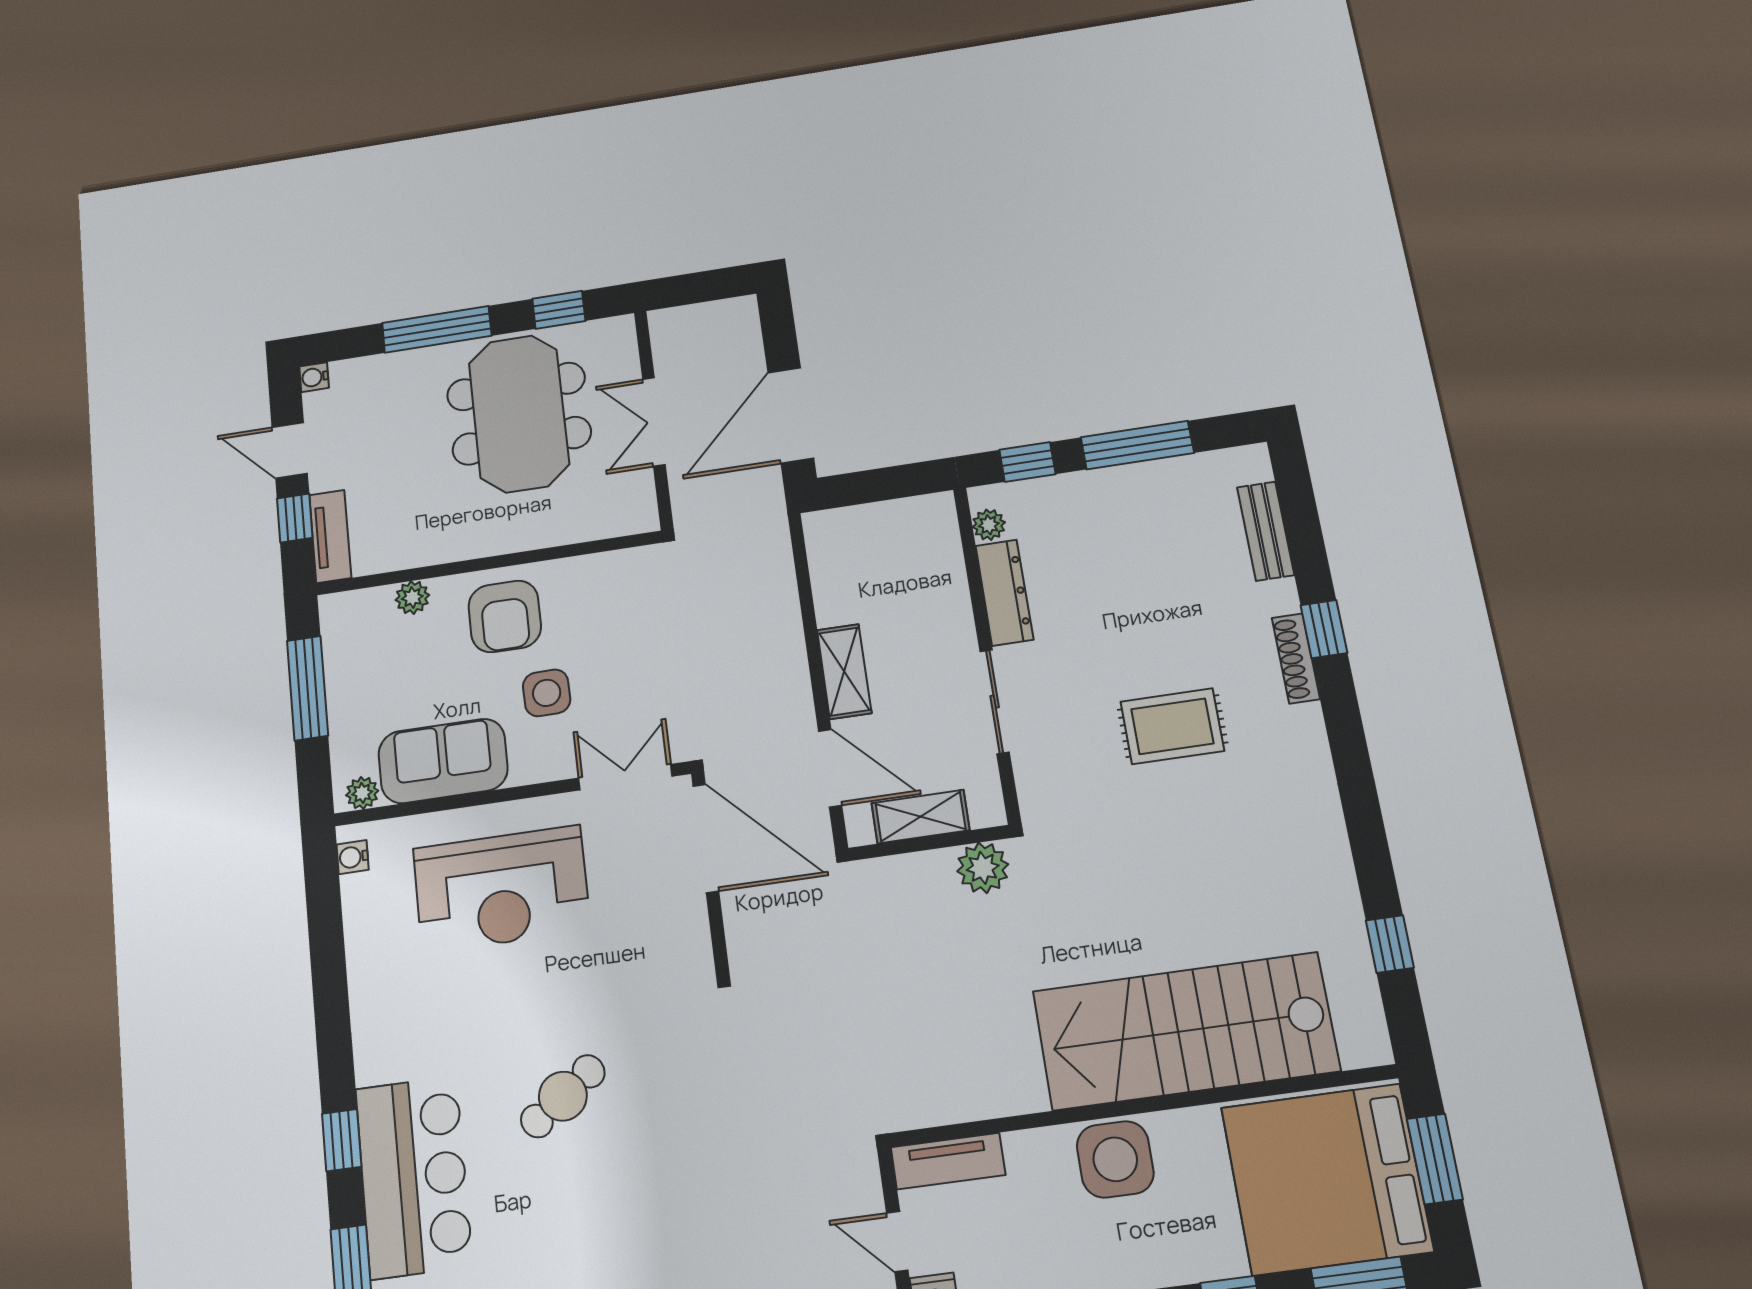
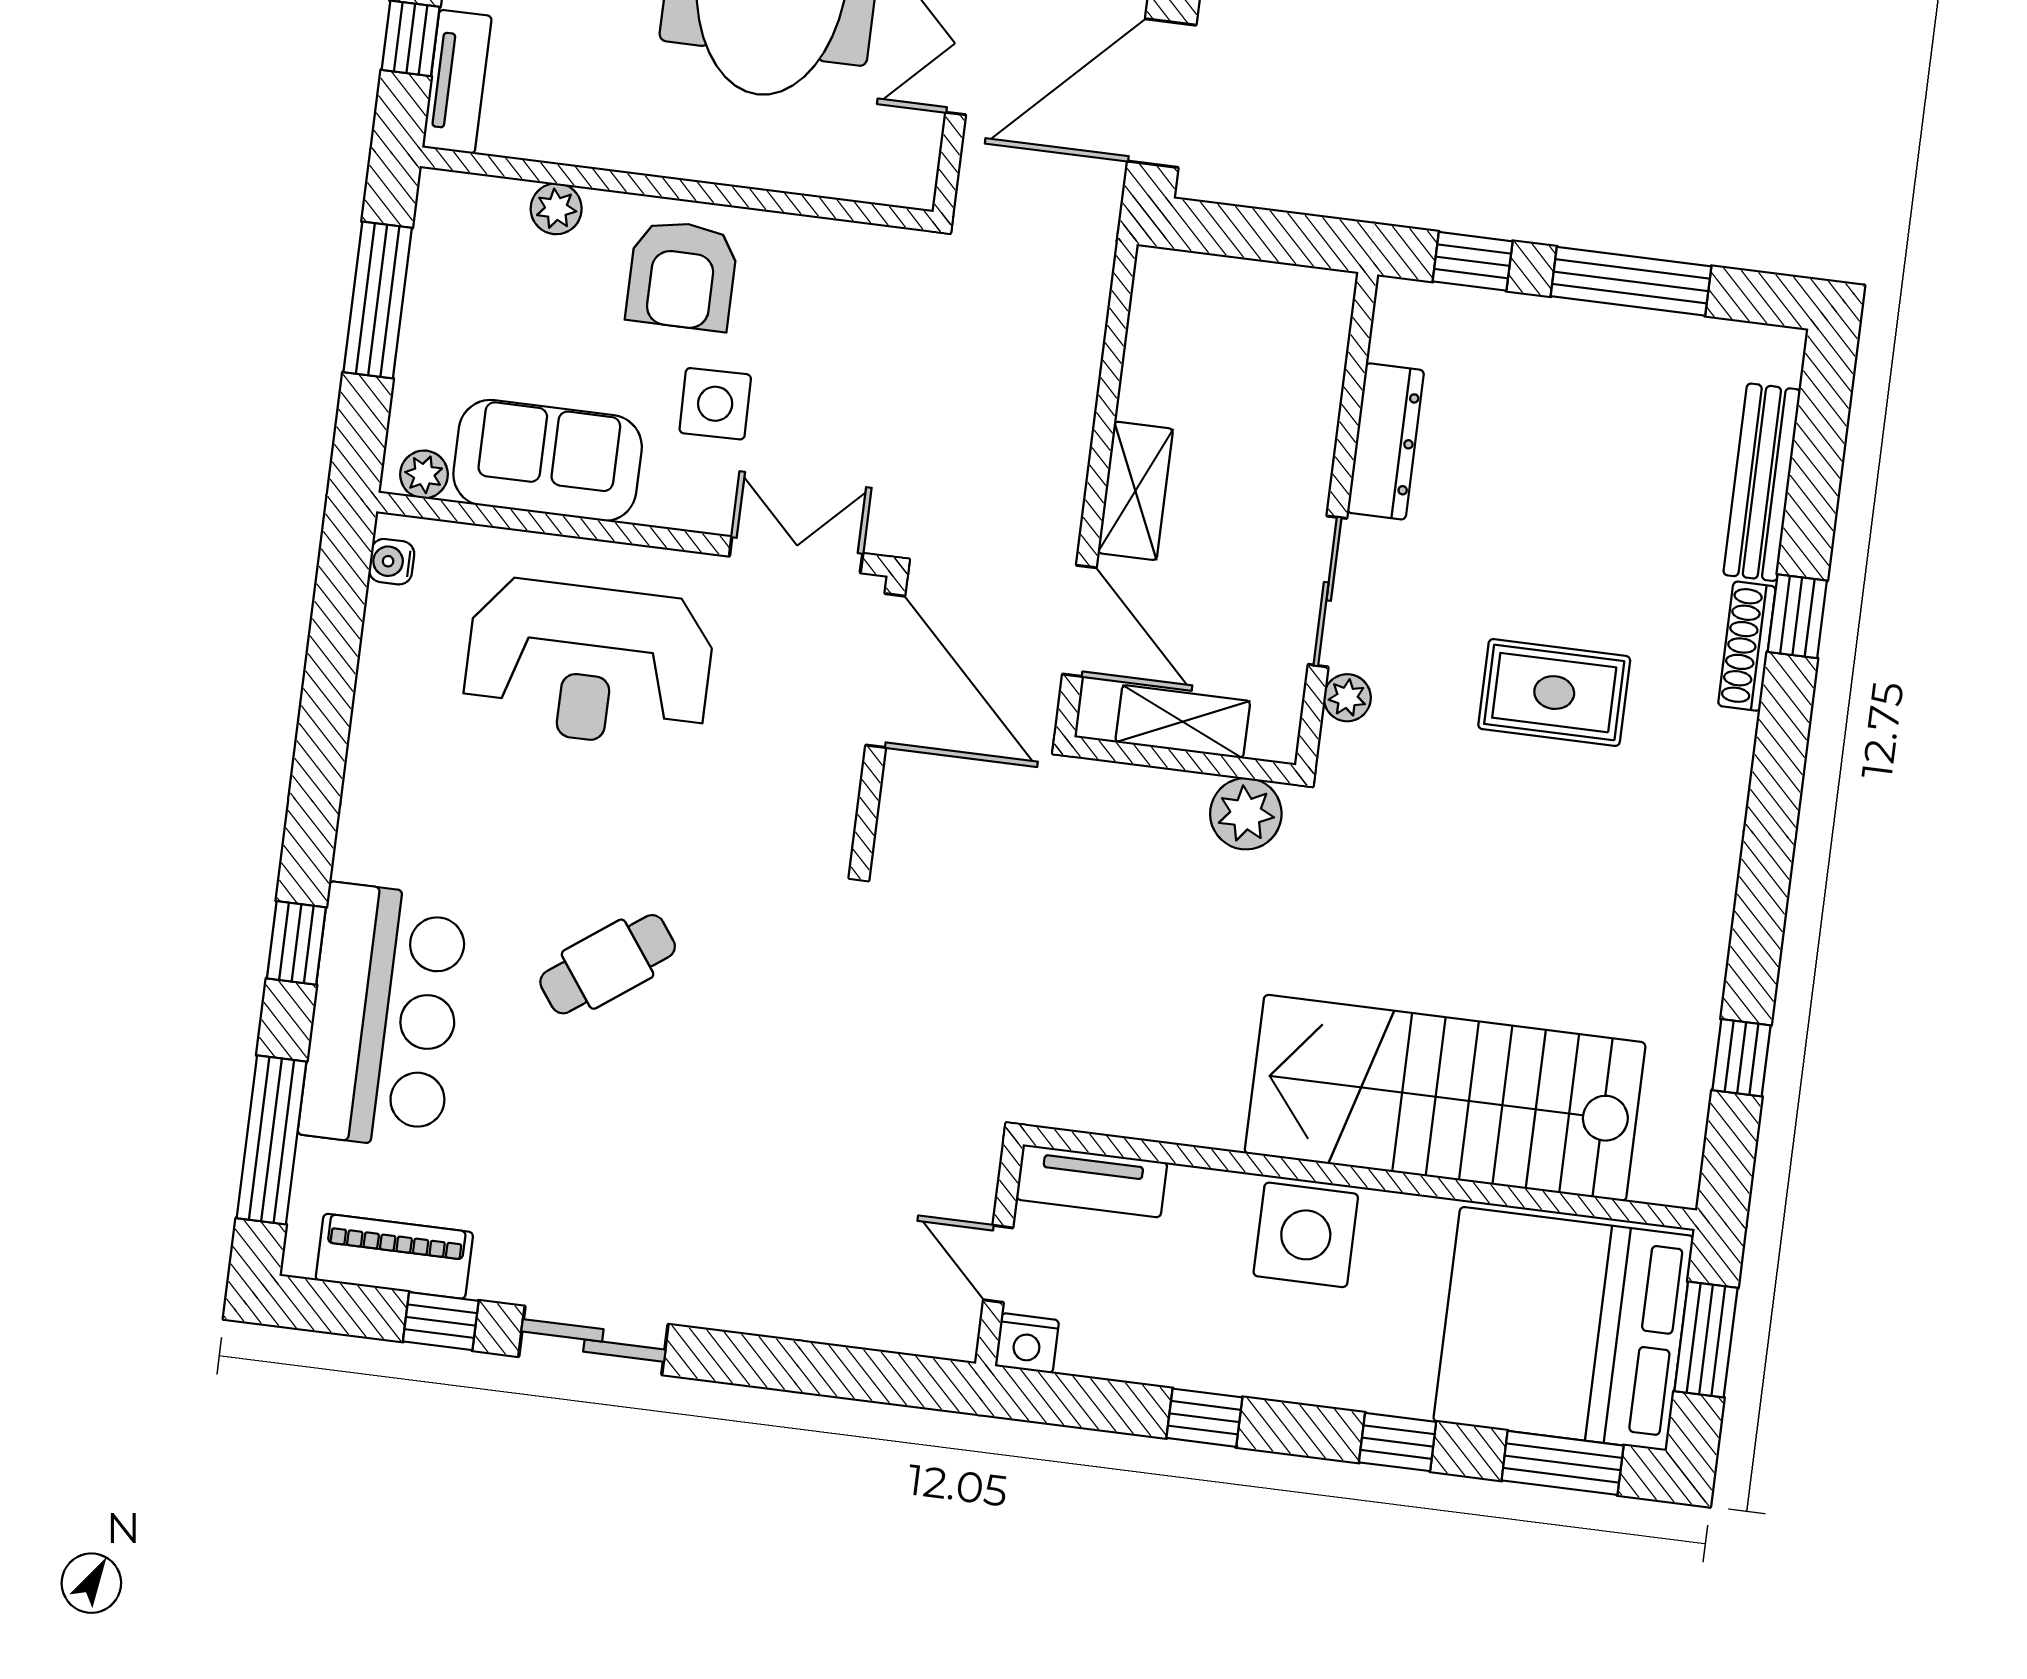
plant: (989, 525) -> (1347, 698), moved
bench: (1266, 531) -> (1762, 482), width x1.36

